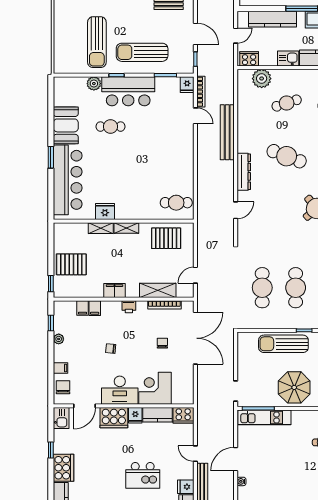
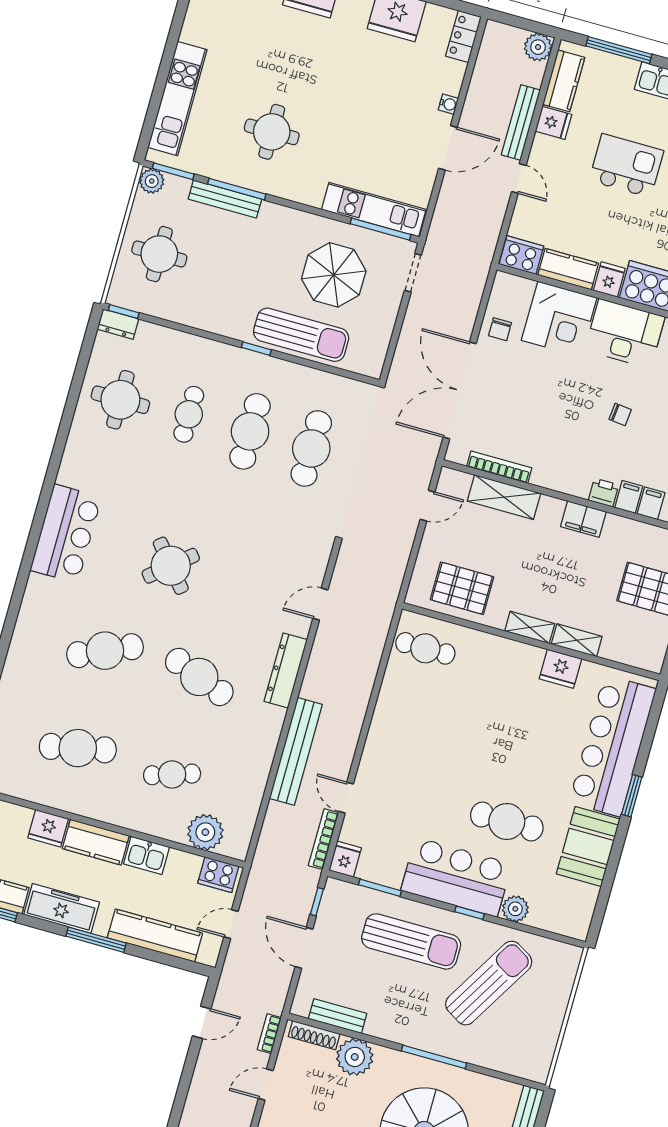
sun lounger: (97, 42) -> (489, 983), turned 31
cafe table: (111, 127) -> (507, 821), width x1.37, depth x1.35
printer: (129, 307) -> (603, 493), moved
chair: (162, 343) -> (500, 329), moved
parasol: (294, 387) -> (334, 275), moved

